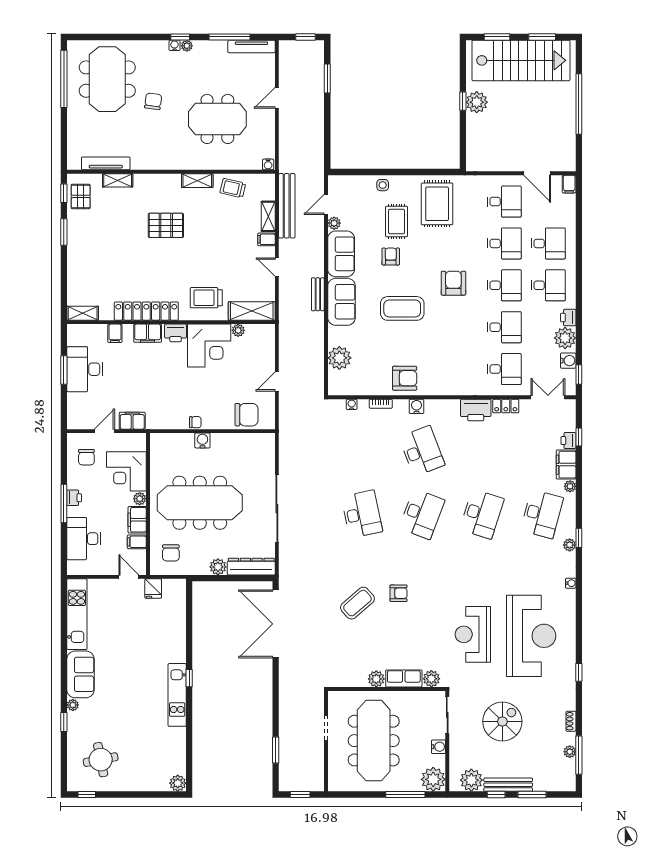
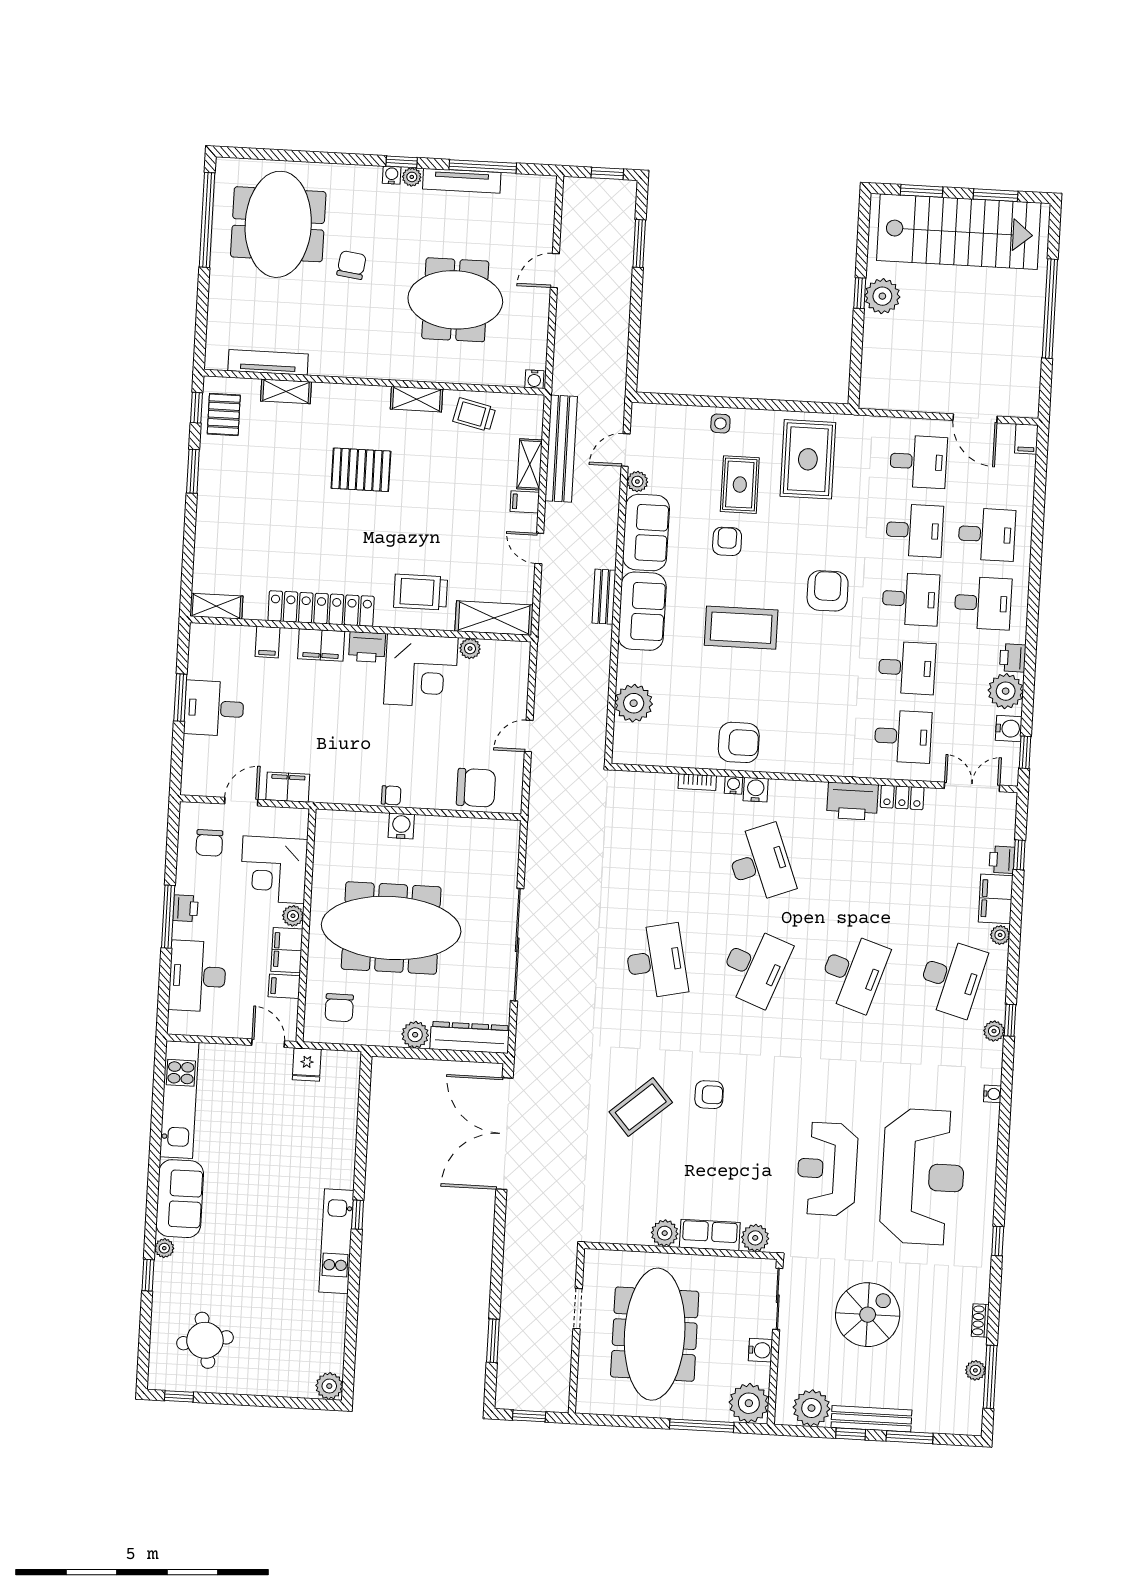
tv unit: (251, 46) -> (462, 181), moved
desk: (85, 369) -> (214, 708), width x0.73
water cooler: (352, 404) -> (733, 785), moved

